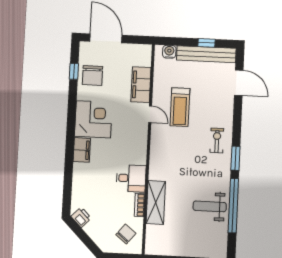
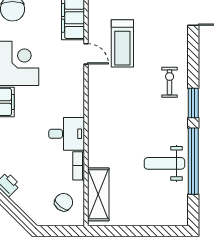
shelving: (156, 202) -> (98, 194), moved

